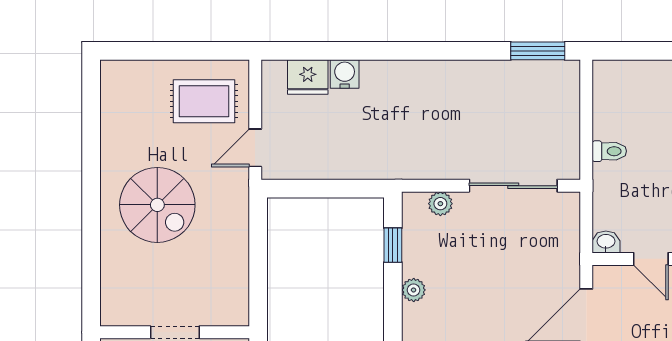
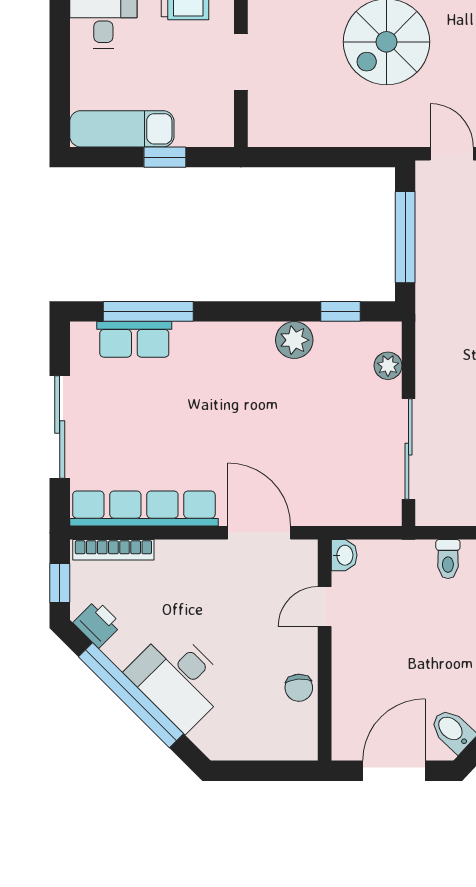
window: (328, 189) -> (405, 237), added
plant: (414, 290) -> (294, 340), width x1.38, depth x1.38

